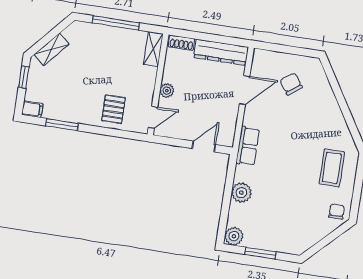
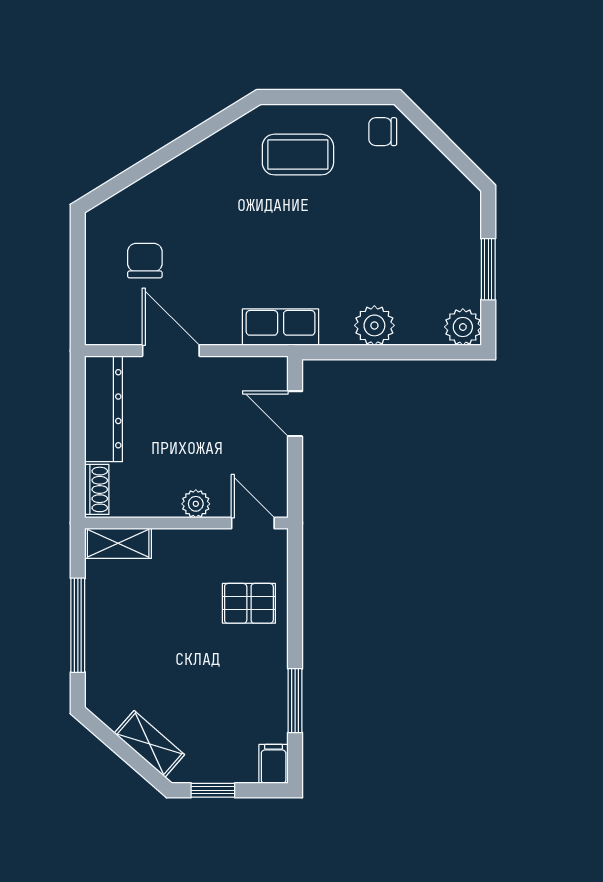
chair: (291, 84) -> (145, 261), turned 126

